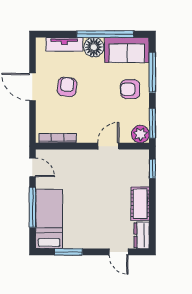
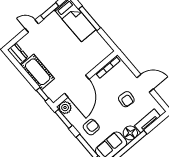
door: (108, 146) -> (77, 86), width x1.88
door: (32, 167) -> (108, 40), removed
cot: (140, 204) -> (38, 72), width x1.37, depth x1.34
door: (119, 252) -> (32, 26), moved

